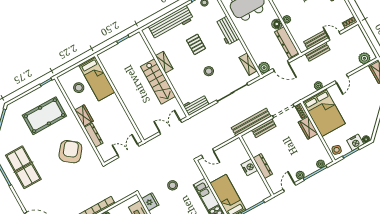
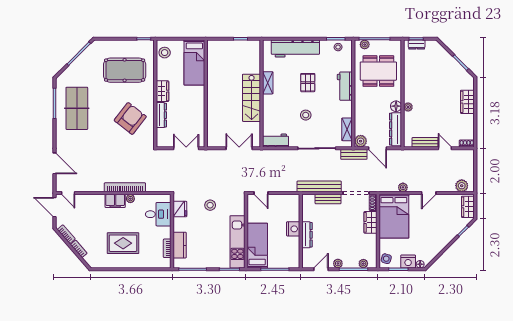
bench: (318, 52) -> (354, 154), moved
stool: (79, 88) -> (165, 53), moved

